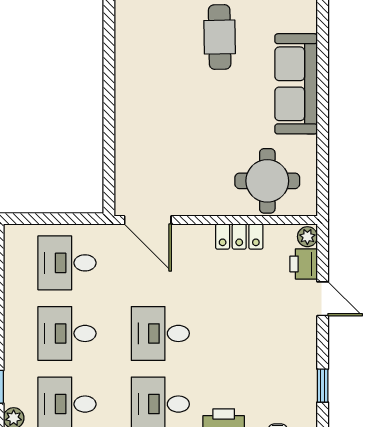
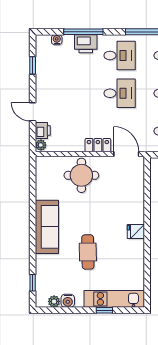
fridge: (130, 75) -> (136, 231), added
round table: (267, 181) -> (81, 175), moved
locker: (239, 237) -> (98, 145), moved

